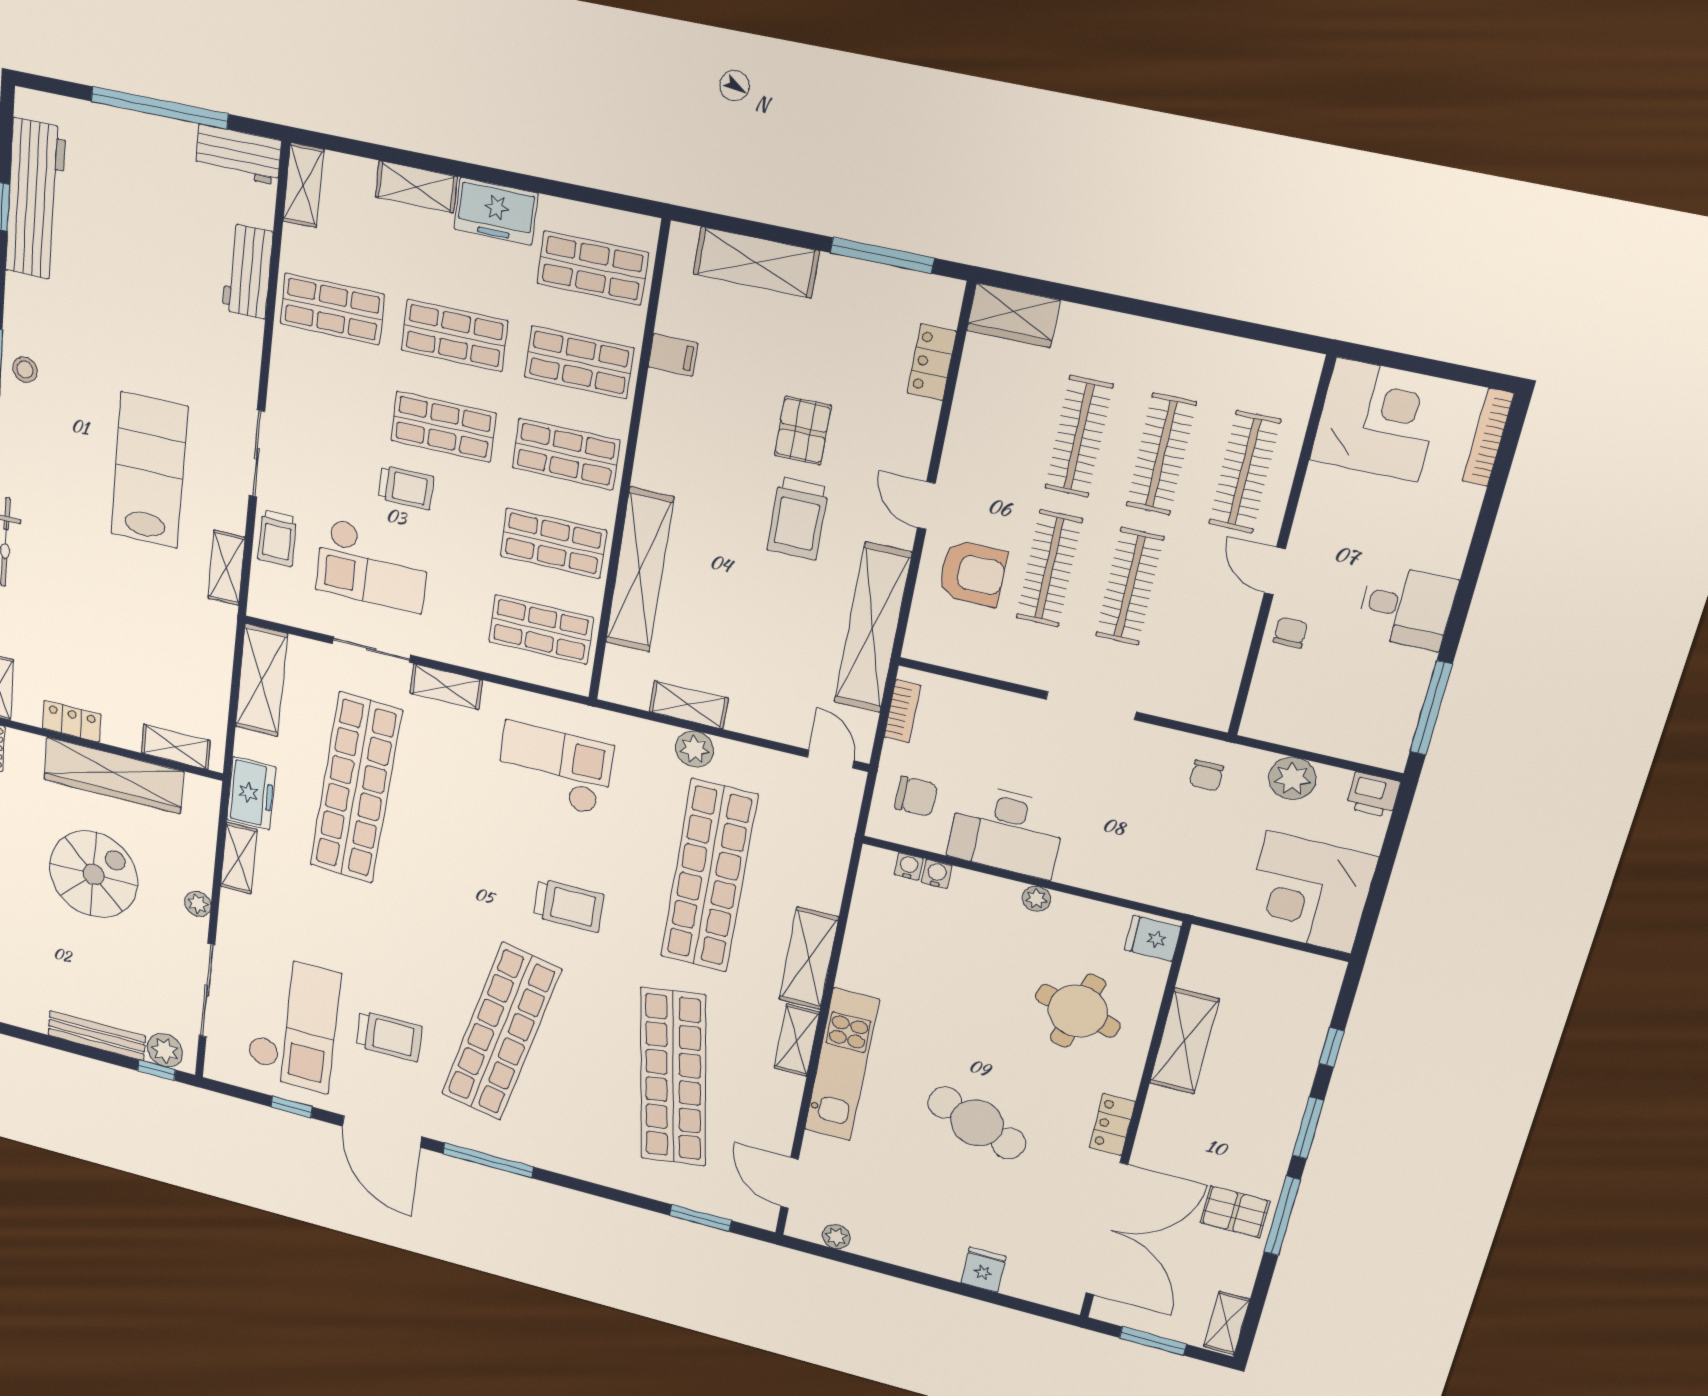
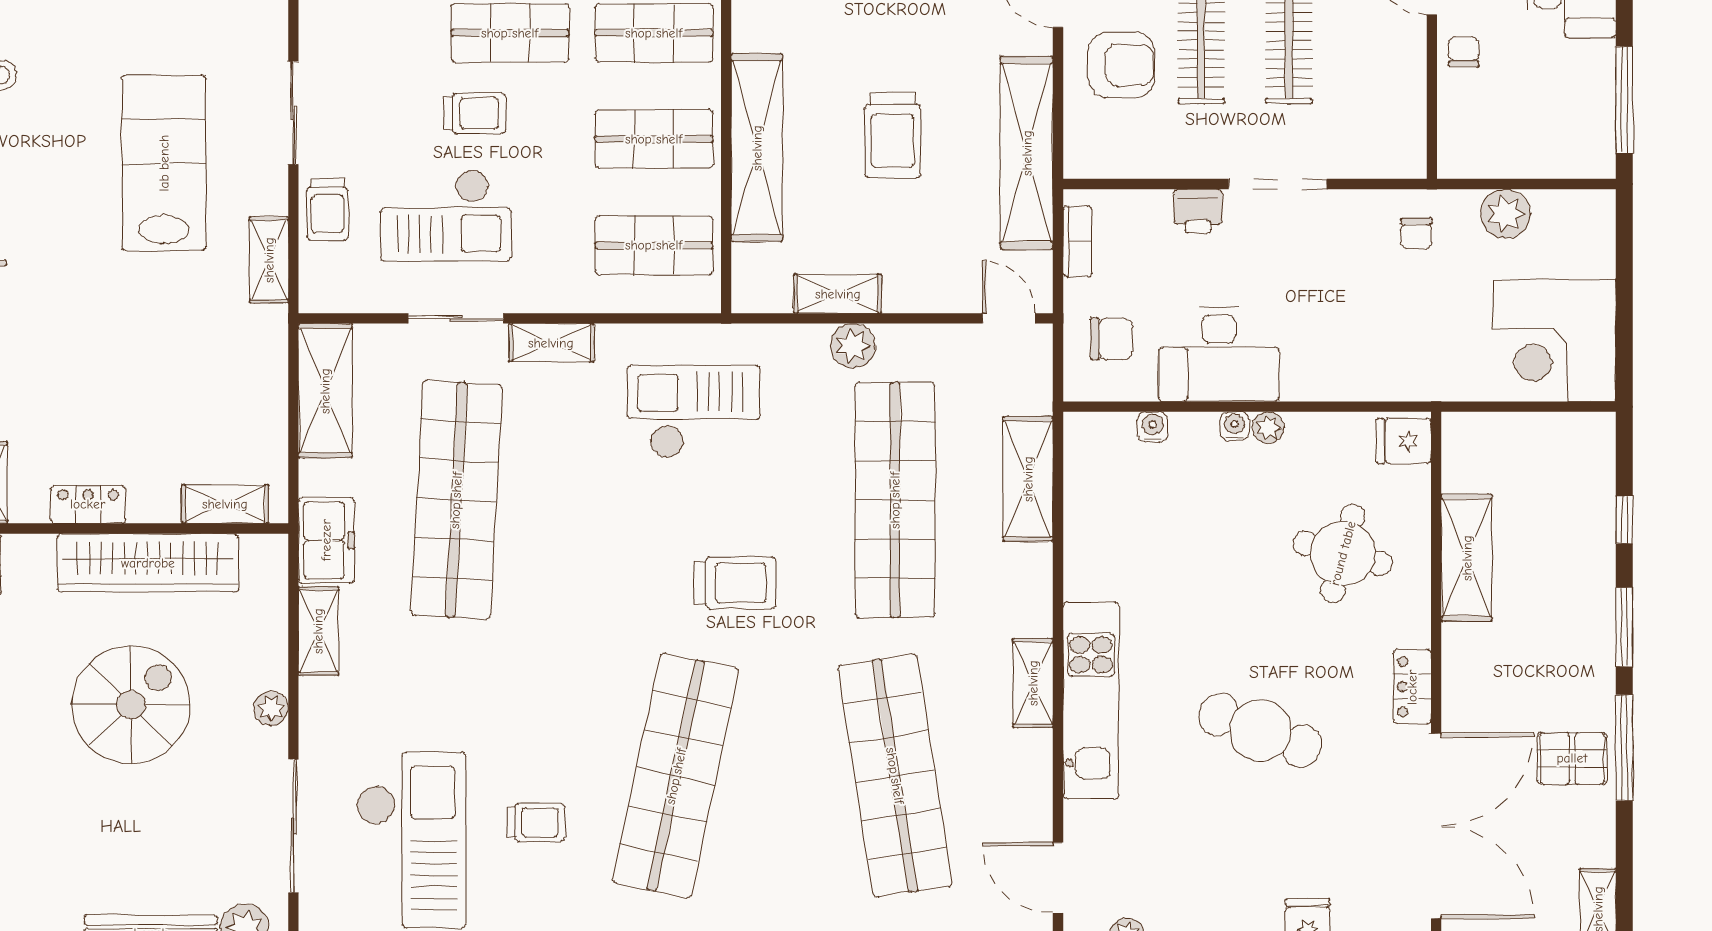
trolley: (798, 519) -> (893, 135), moved
printer: (1373, 795) -> (1198, 211), moved
water cooler: (909, 866) -> (1235, 426), moved
shelving: (809, 958) -> (1028, 479), moved
trolley: (389, 1036) -> (536, 822), width x0.73, depth x0.72

